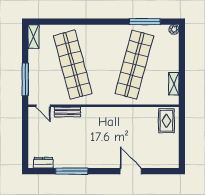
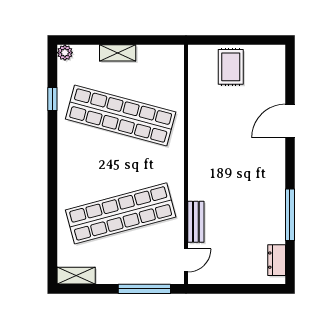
window: (145, 22) -> (52, 99), width x0.46
shelving: (174, 84) -> (118, 53), moved
rug: (166, 121) -> (231, 67), moved, turned 90

